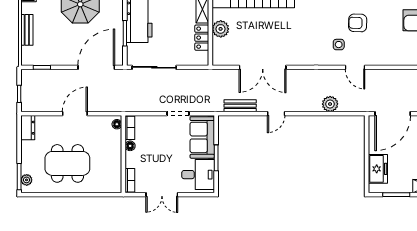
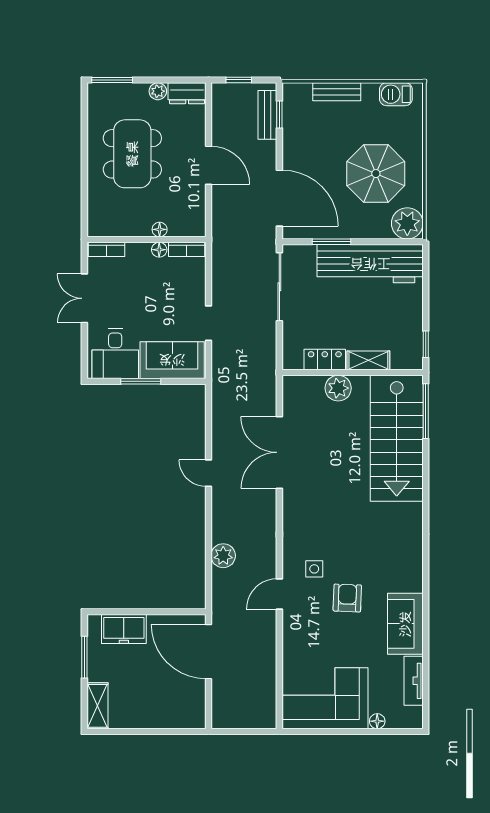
bench: (240, 106) -> (267, 115), moved
floor lamp: (117, 124) -> (160, 229), moved
plant: (27, 180) -> (158, 91), moved

